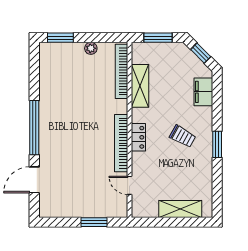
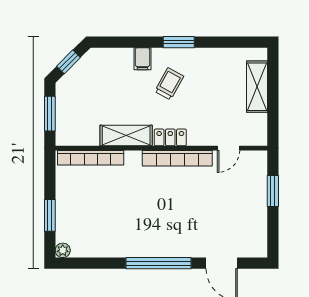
window: (60, 38) -> (50, 215), moved
plant: (91, 48) -> (63, 250), moved
shelving: (140, 86) -> (126, 135), moved
filing cabinet: (203, 92) -> (142, 59), moved, width x0.50

